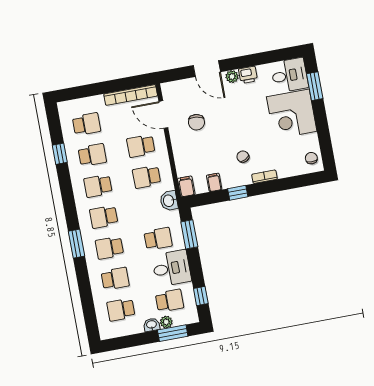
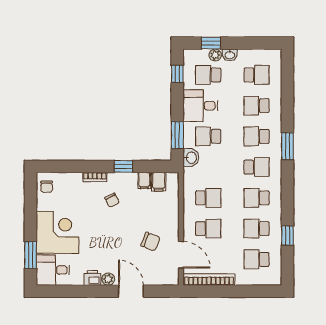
chair: (196, 122) -> (151, 242), turned 103
school desk: (98, 186) -> (257, 198), turned 180
filing cabinet: (186, 186) -> (159, 182), moved
washbasin: (169, 201) -> (191, 158), moved
school desk: (109, 248) -> (257, 136), turned 180
window: (173, 333) -> (211, 43), width x0.67

